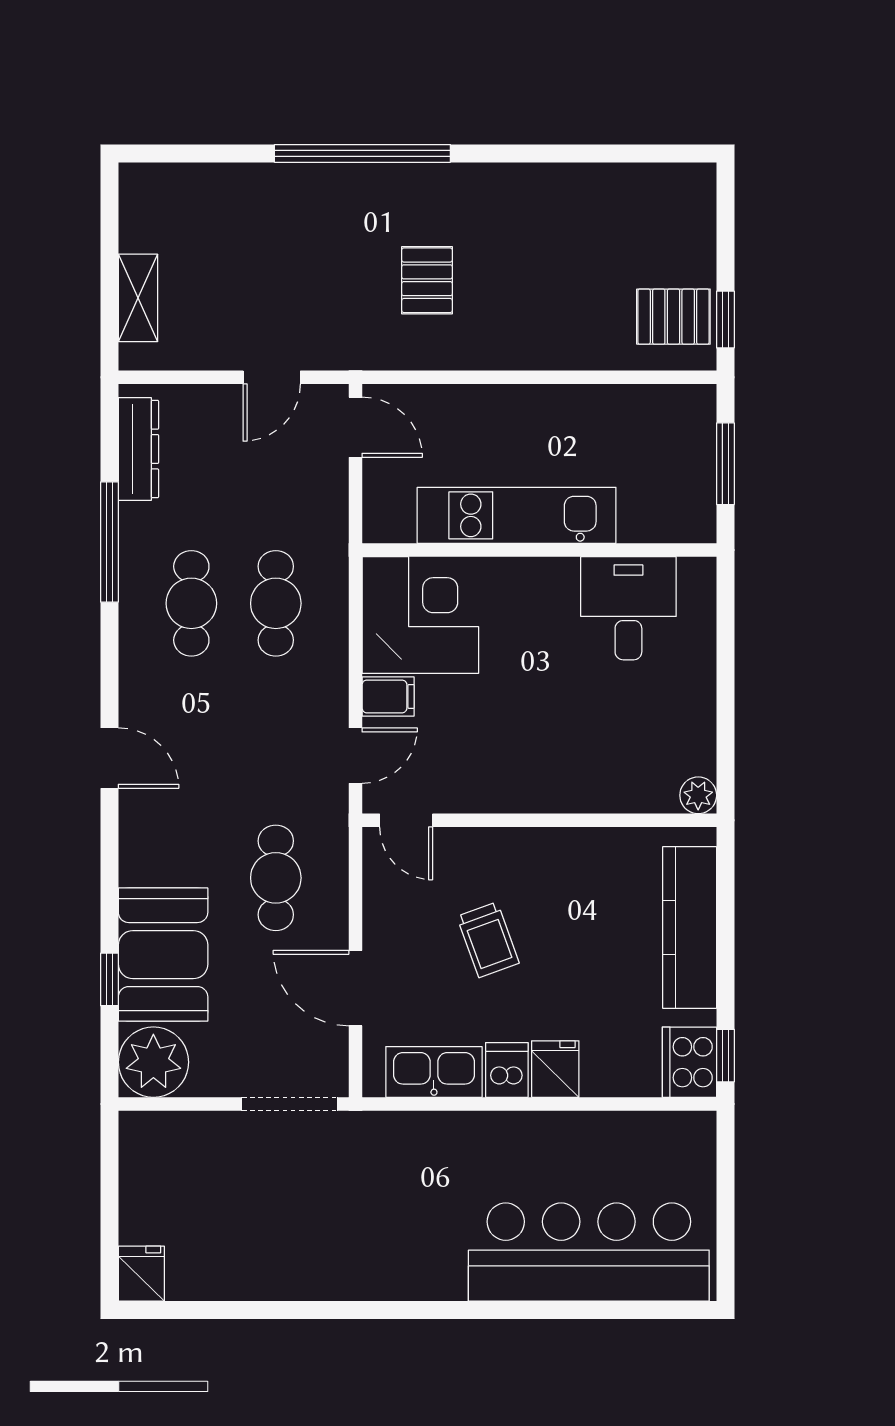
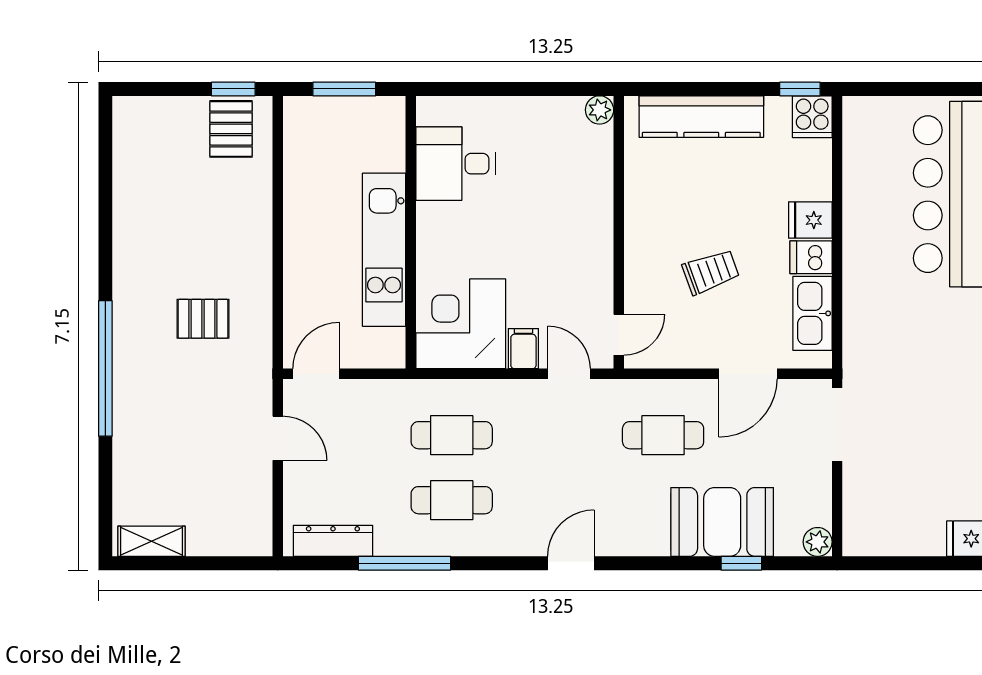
shelving: (138, 298) -> (151, 541), moved
plant: (153, 1062) -> (818, 542), width x0.53, depth x0.53
cooker: (689, 1062) -> (812, 117), width x0.73

